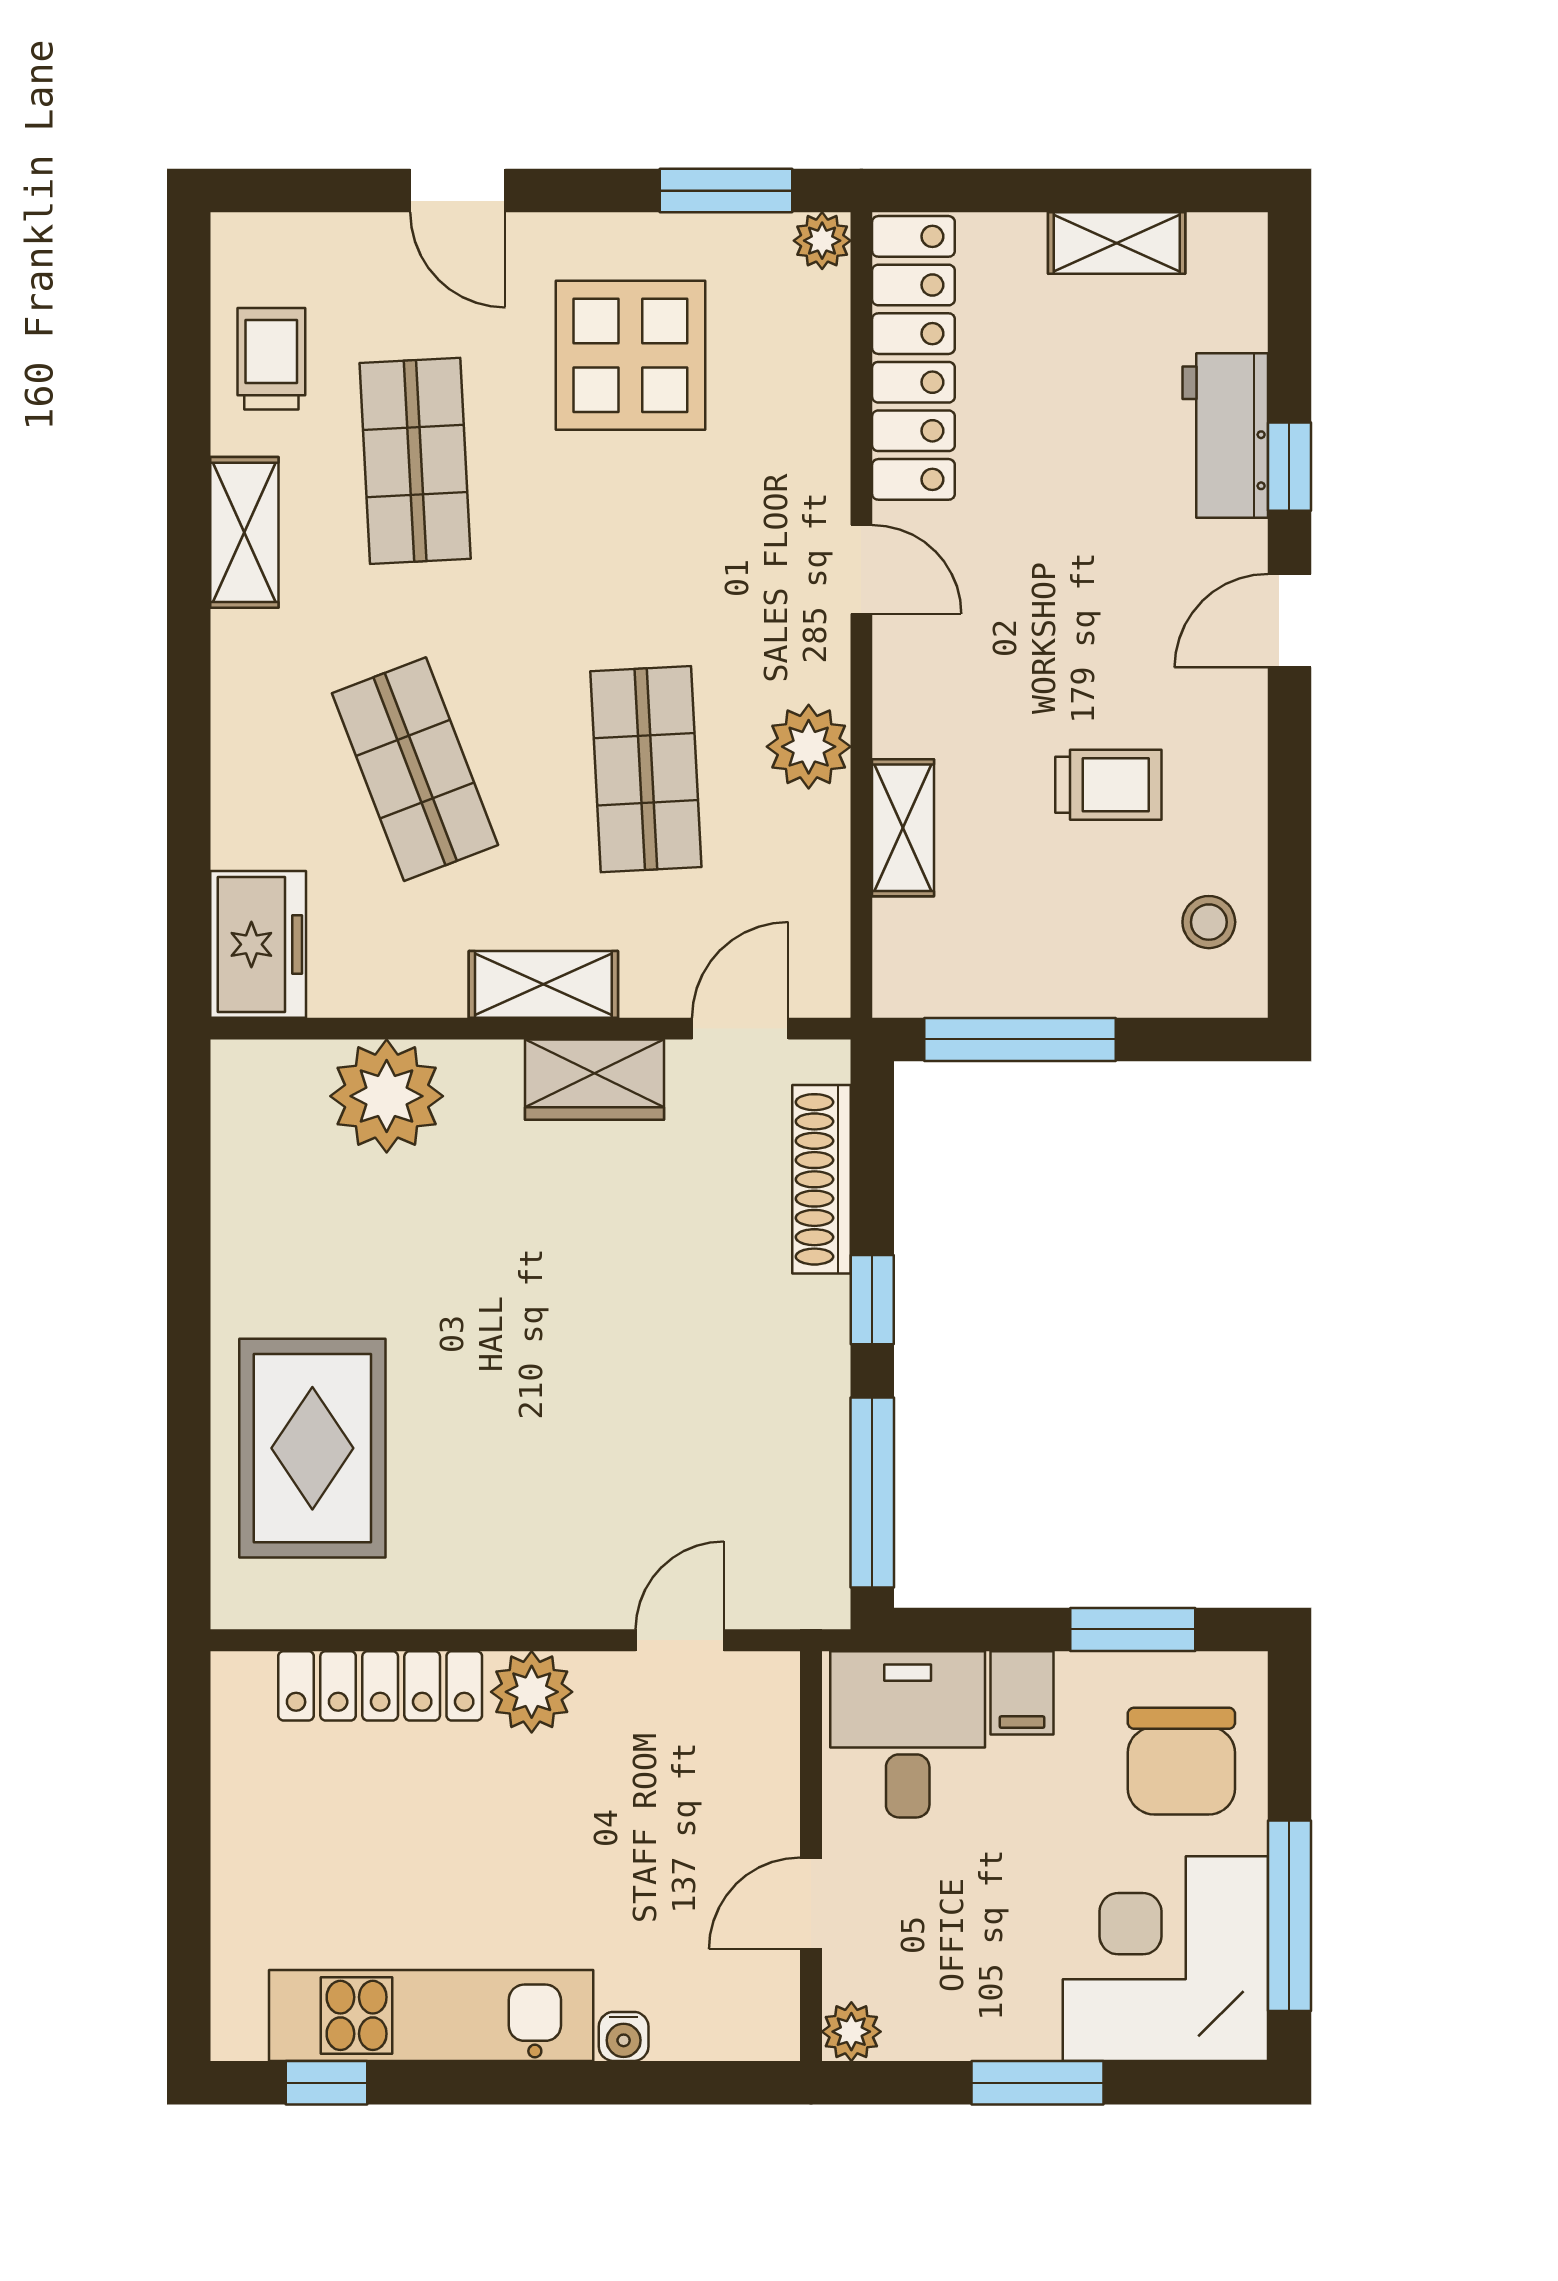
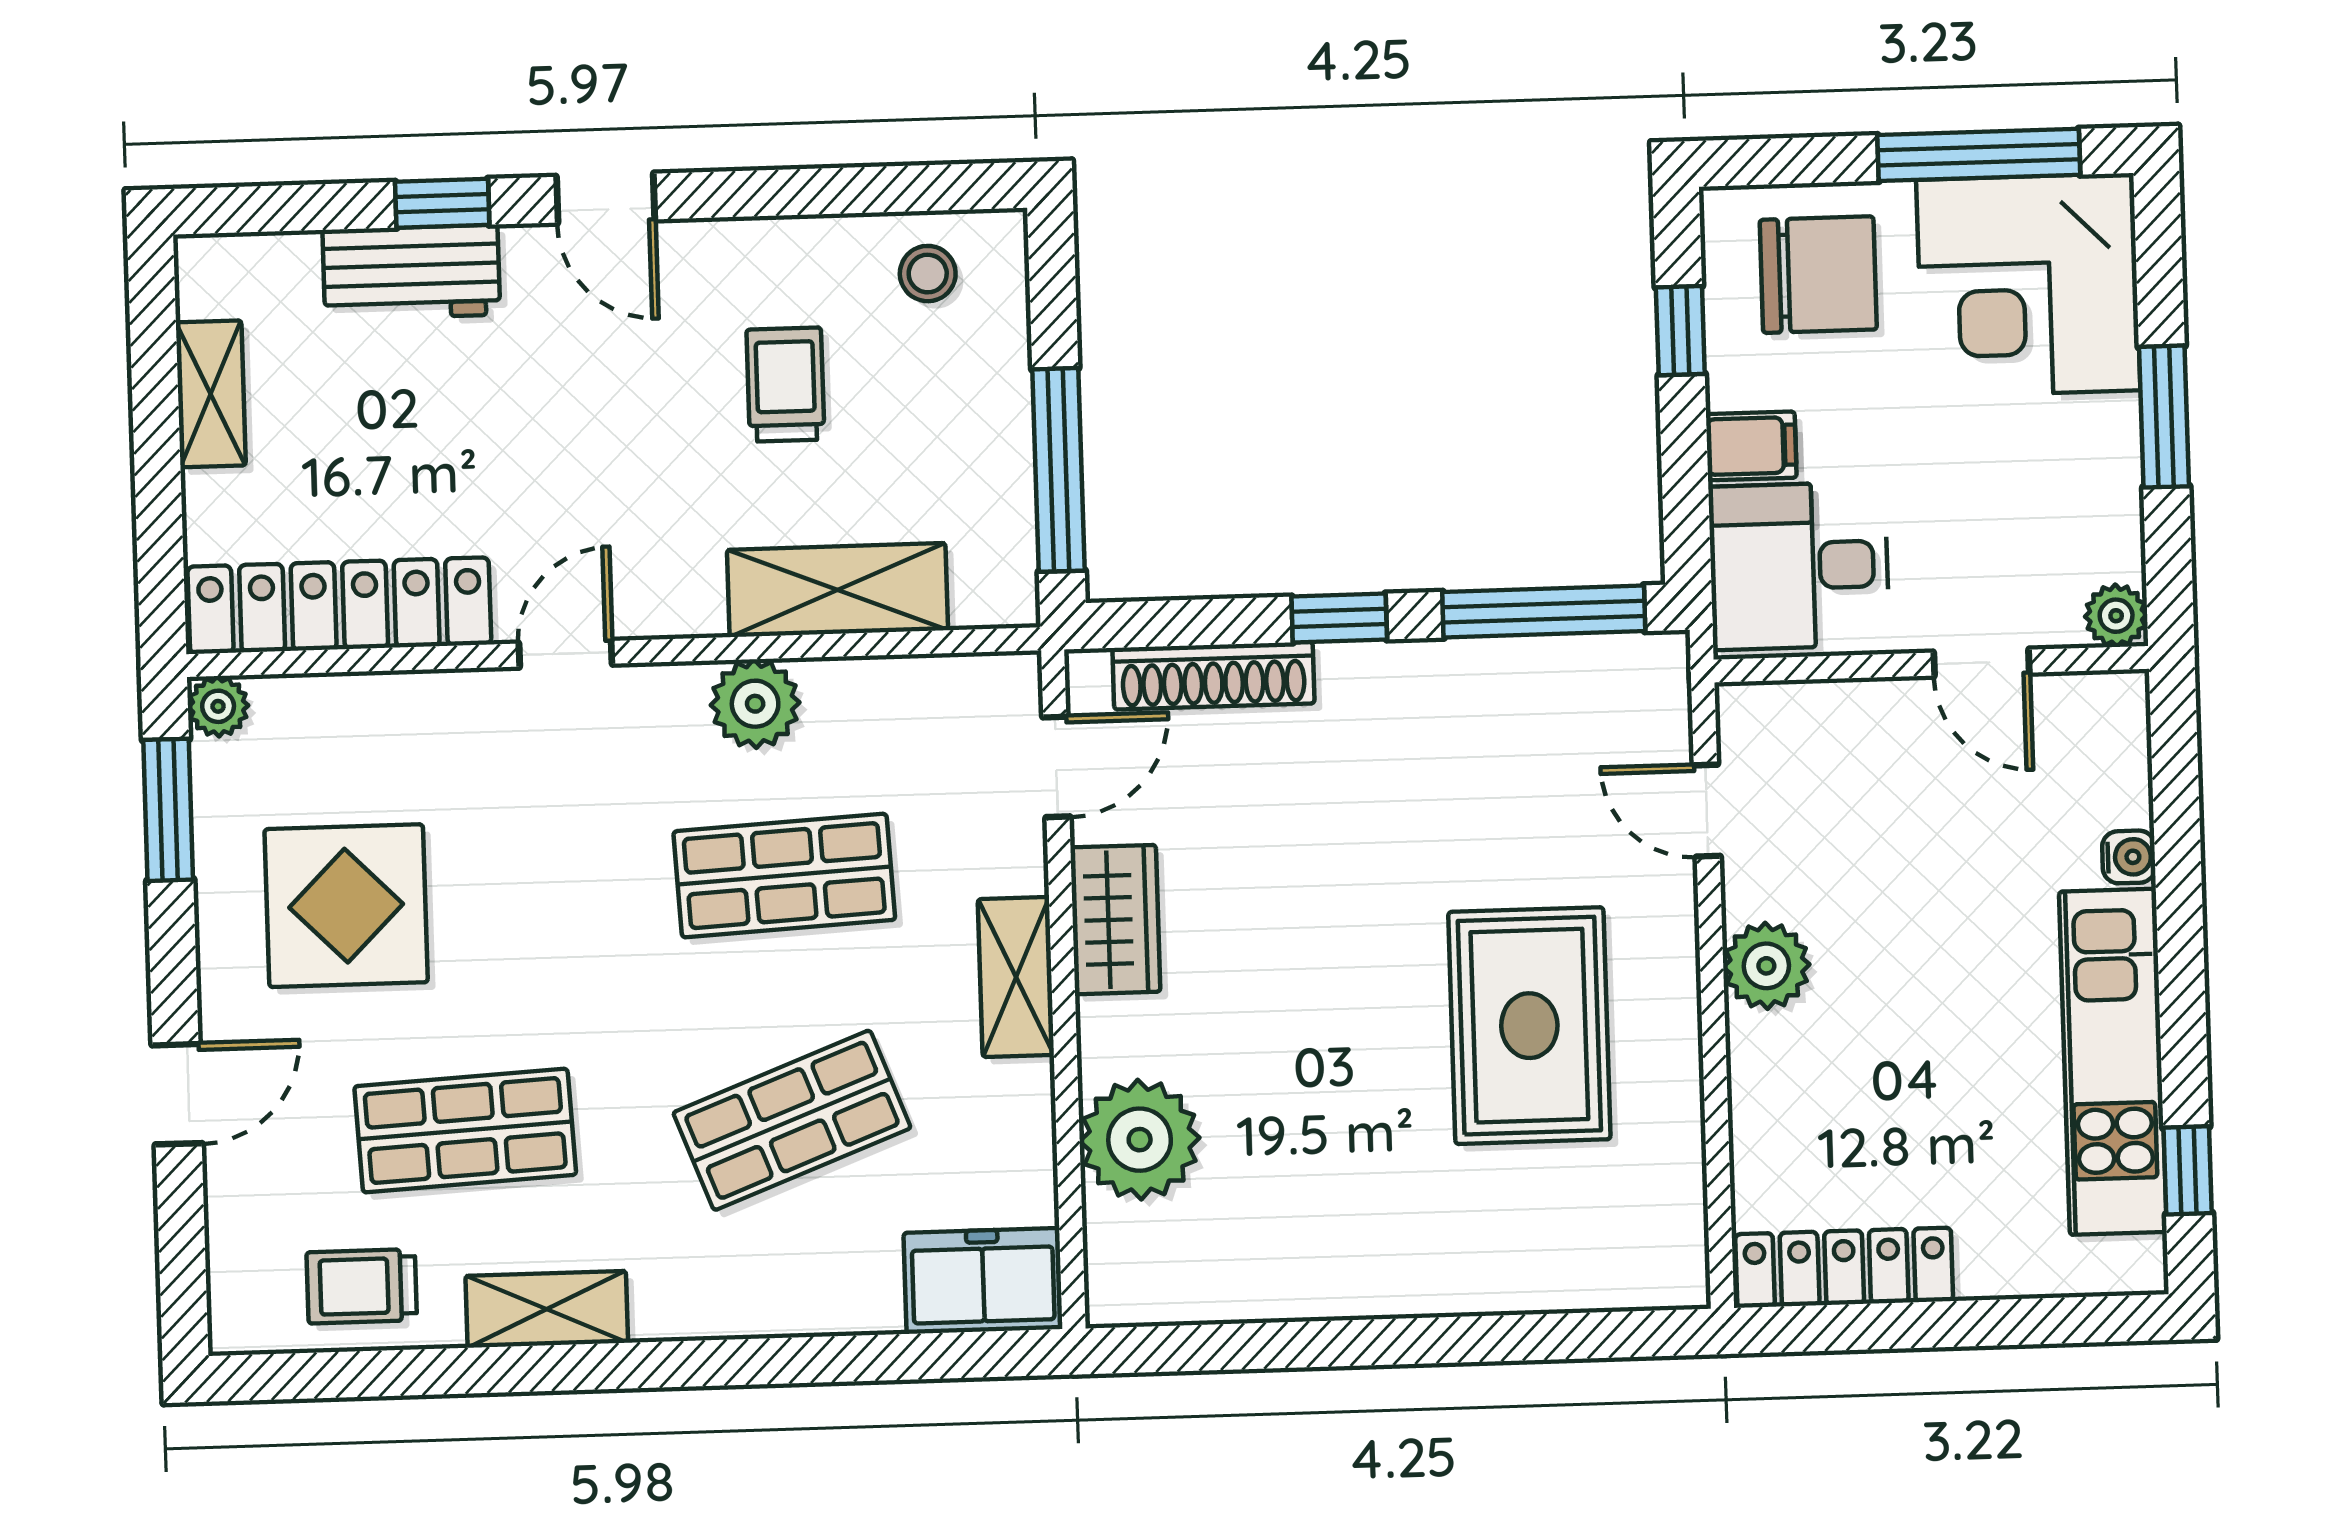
shelving: (903, 828) -> (837, 590), width x1.50, depth x1.33
door: (740, 1029) -> (1056, 767), swing flipped
rug: (312, 1448) -> (1529, 1026), moved, turned 90
window: (1133, 1629) -> (1680, 331), width x0.67
locker: (380, 1686) -> (1844, 1268), moved, turned -90

